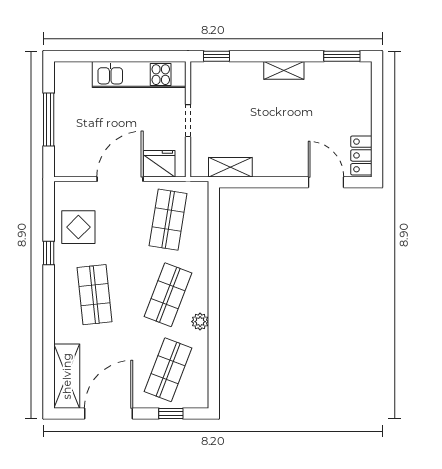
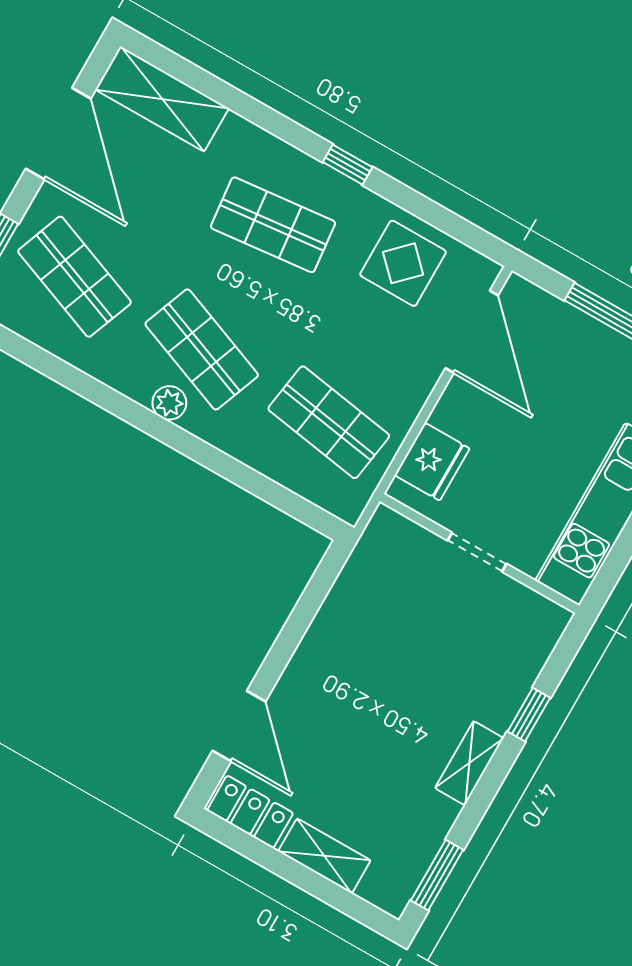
window: (217, 56) -> (529, 715), moved
shelving: (230, 167) -> (324, 856), moved, turned 90
door: (120, 179) -> (472, 332), moved
door: (326, 182) -> (239, 726), hinge flipped
window: (49, 253) -> (348, 165), moved
plant: (200, 322) -> (169, 403), moved

